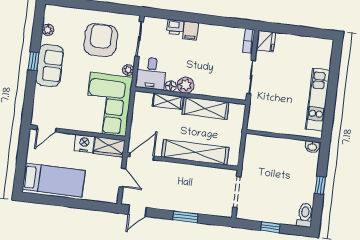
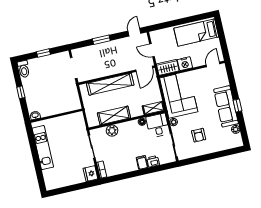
armchair: (101, 40) -> (199, 135), width x0.53, depth x0.53
sofa: (50, 65) -> (226, 106), width x1.36
plant: (186, 85) -> (112, 131), moved
shelving: (168, 101) -> (153, 108), moved

